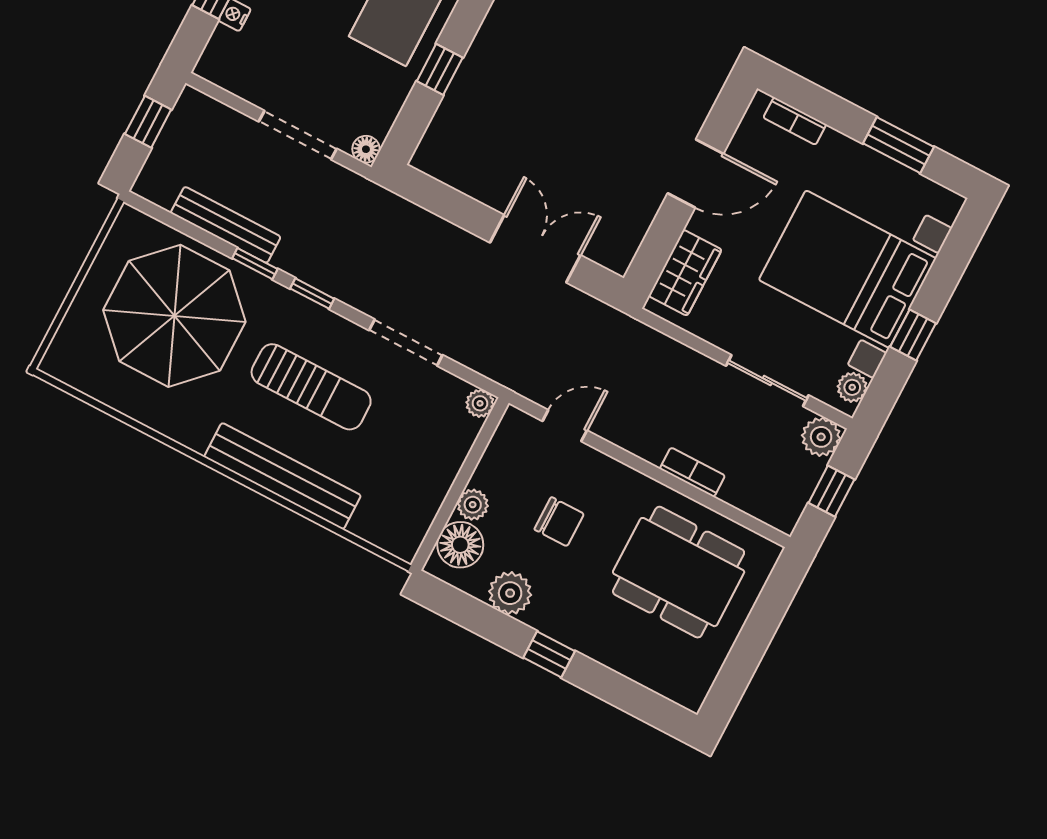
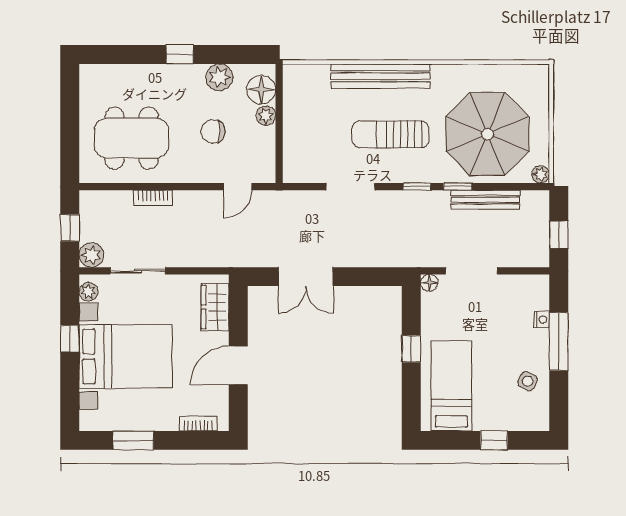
plant: (480, 403) -> (541, 174), moved

